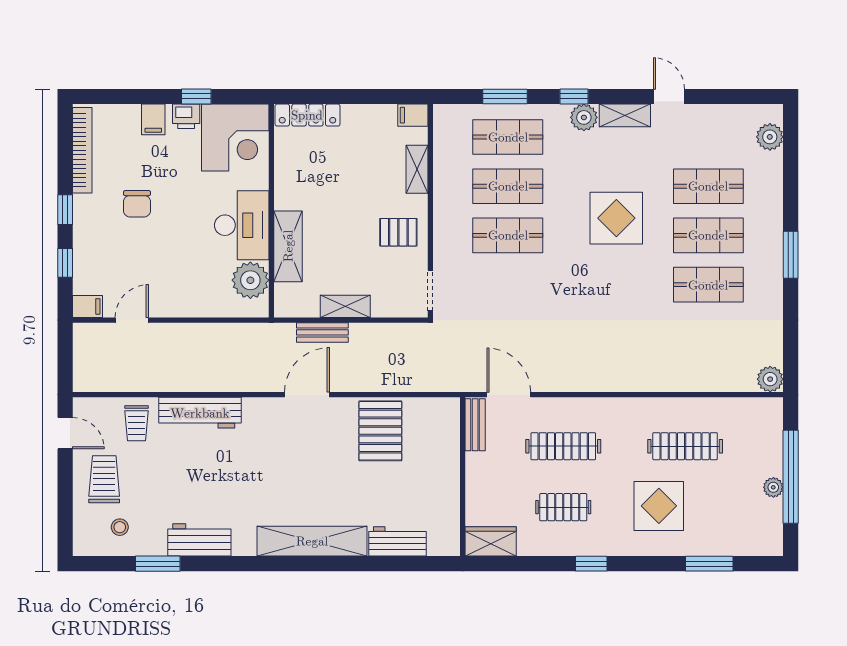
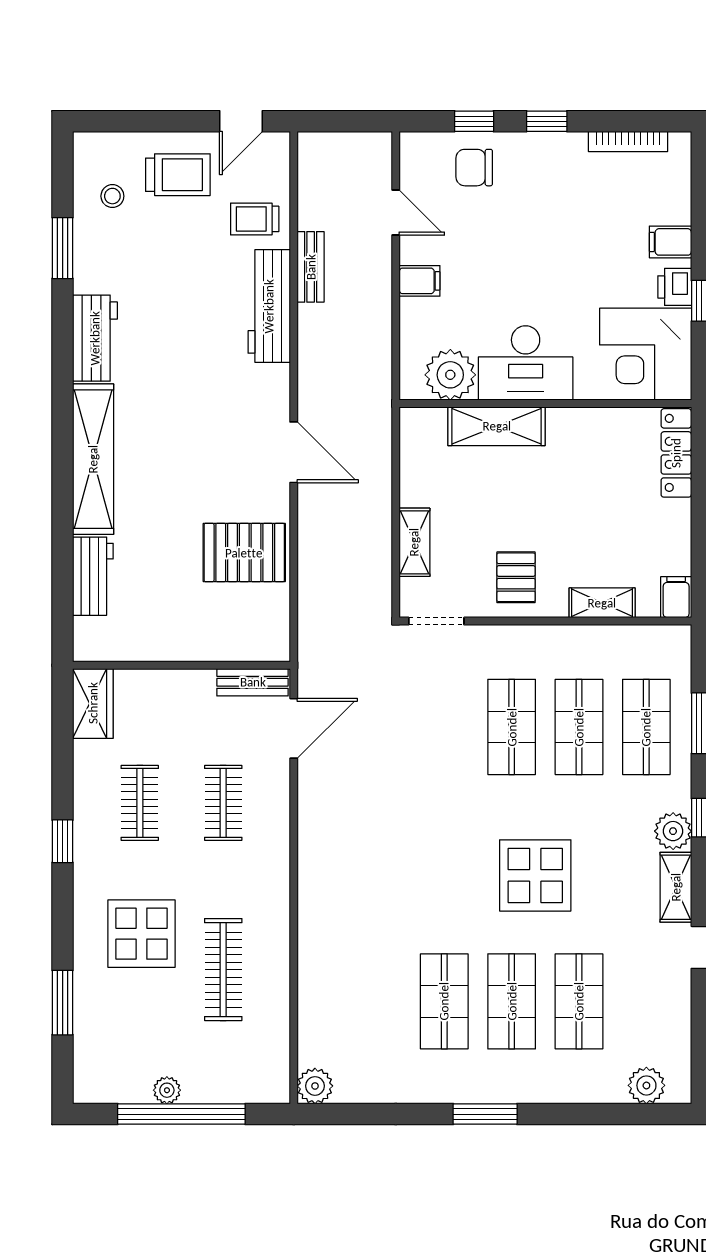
bookcase: (82, 150) -> (628, 142), width x0.68, depth x0.76
chair: (137, 204) -> (474, 168), moved
filing cabinet: (87, 306) -> (420, 281), moved, turned -90
shelving: (345, 306) -> (414, 542), moved
bench: (322, 332) -> (311, 267), moved
clothes rail: (563, 446) -> (223, 803), width x0.73
workbench: (199, 540) -> (95, 338), moved

